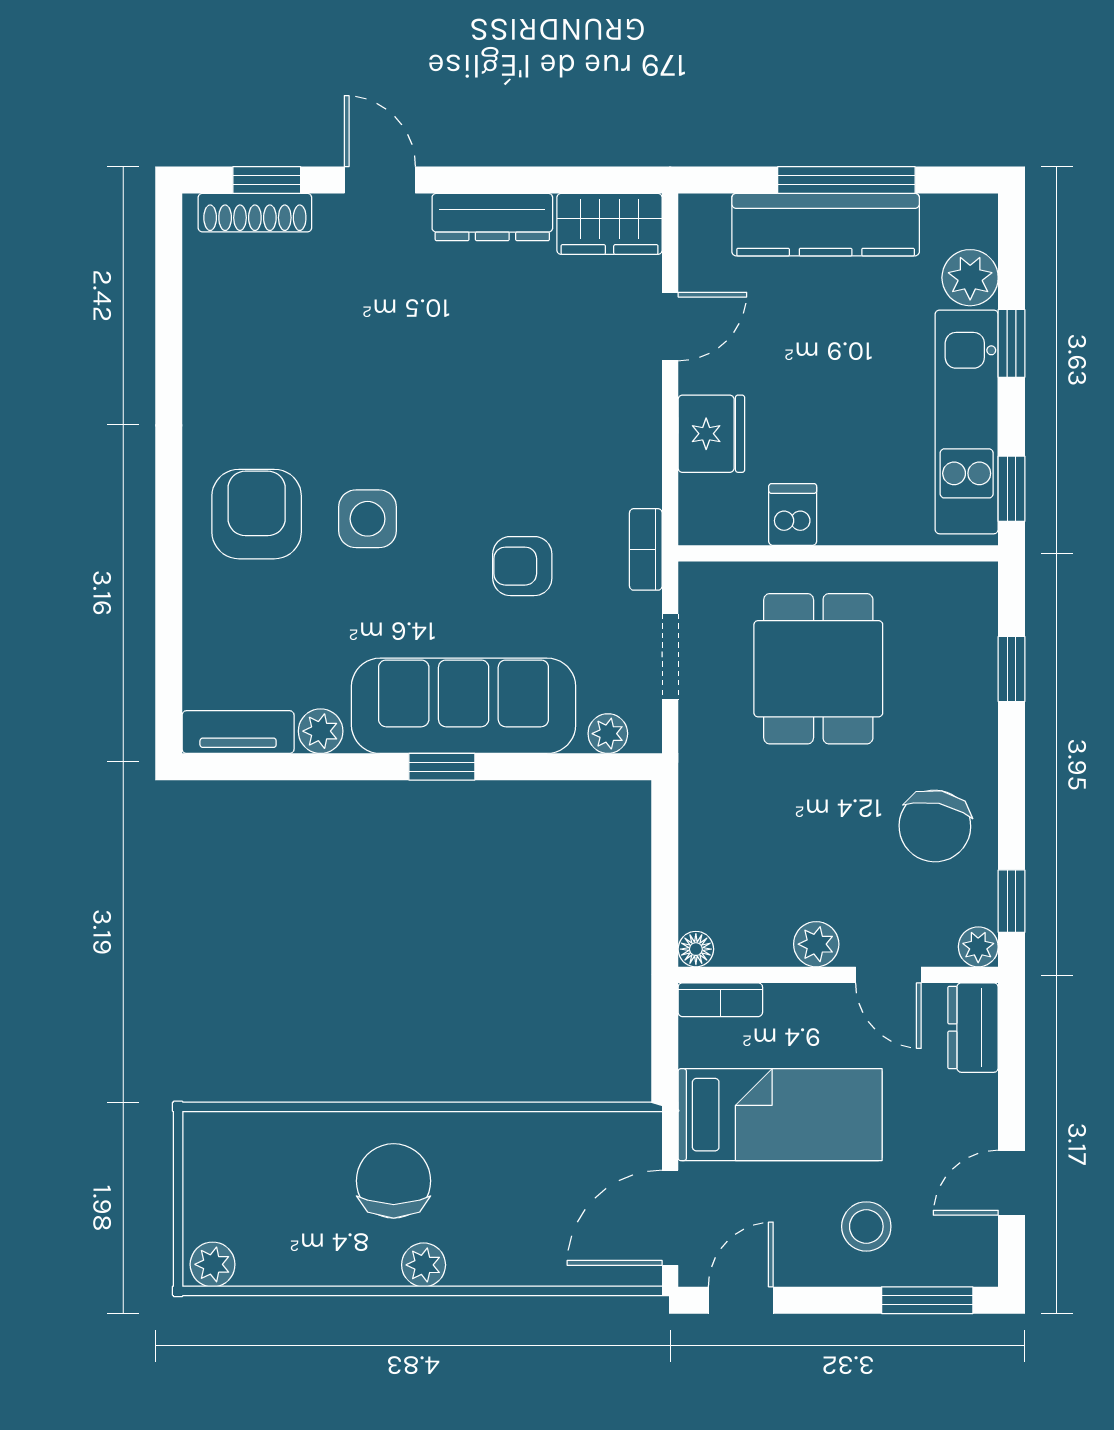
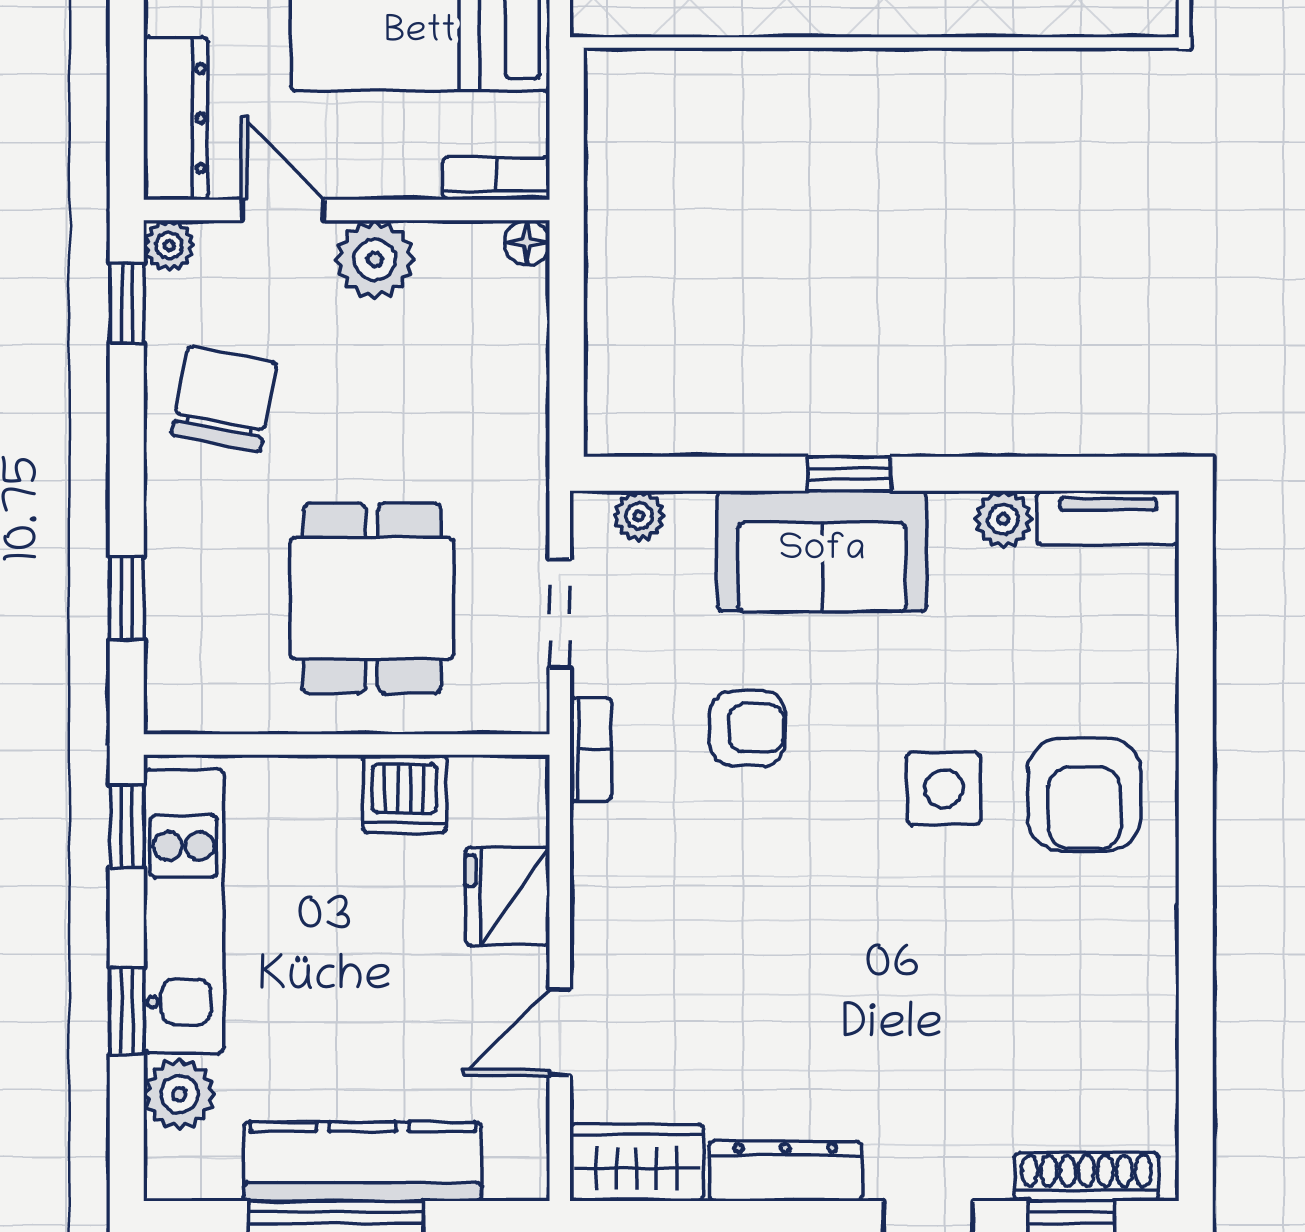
dishwasher: (793, 515) -> (404, 794), width x1.38
sofa: (464, 706) -> (822, 551), width x0.73
plant: (816, 944) -> (375, 260), width x1.38, depth x1.38
dresser: (973, 1028) -> (176, 118), width x1.44

